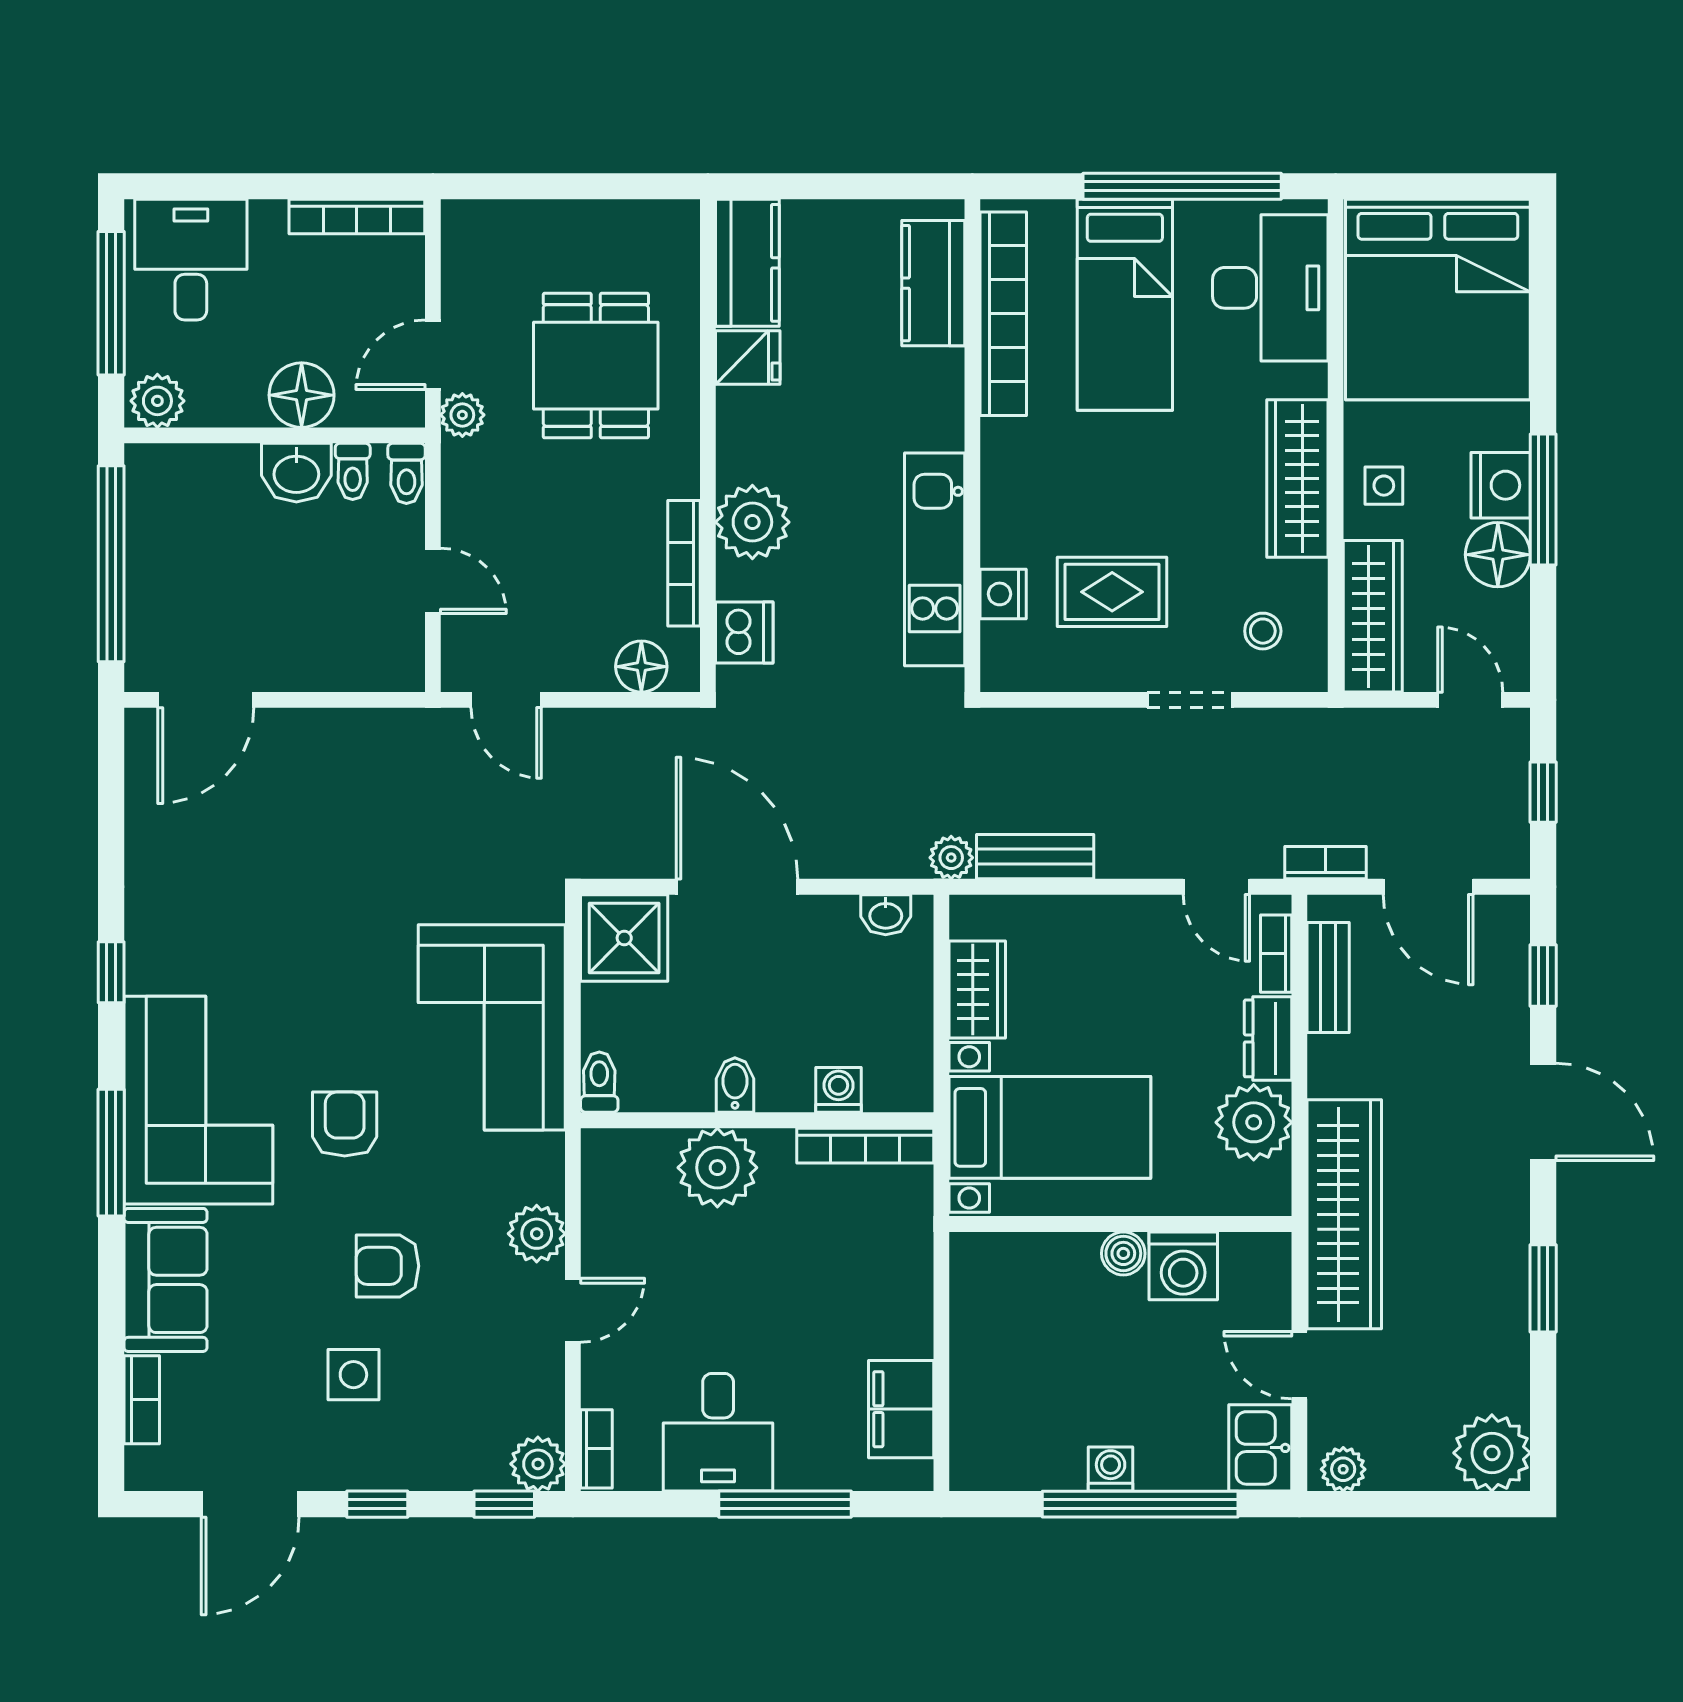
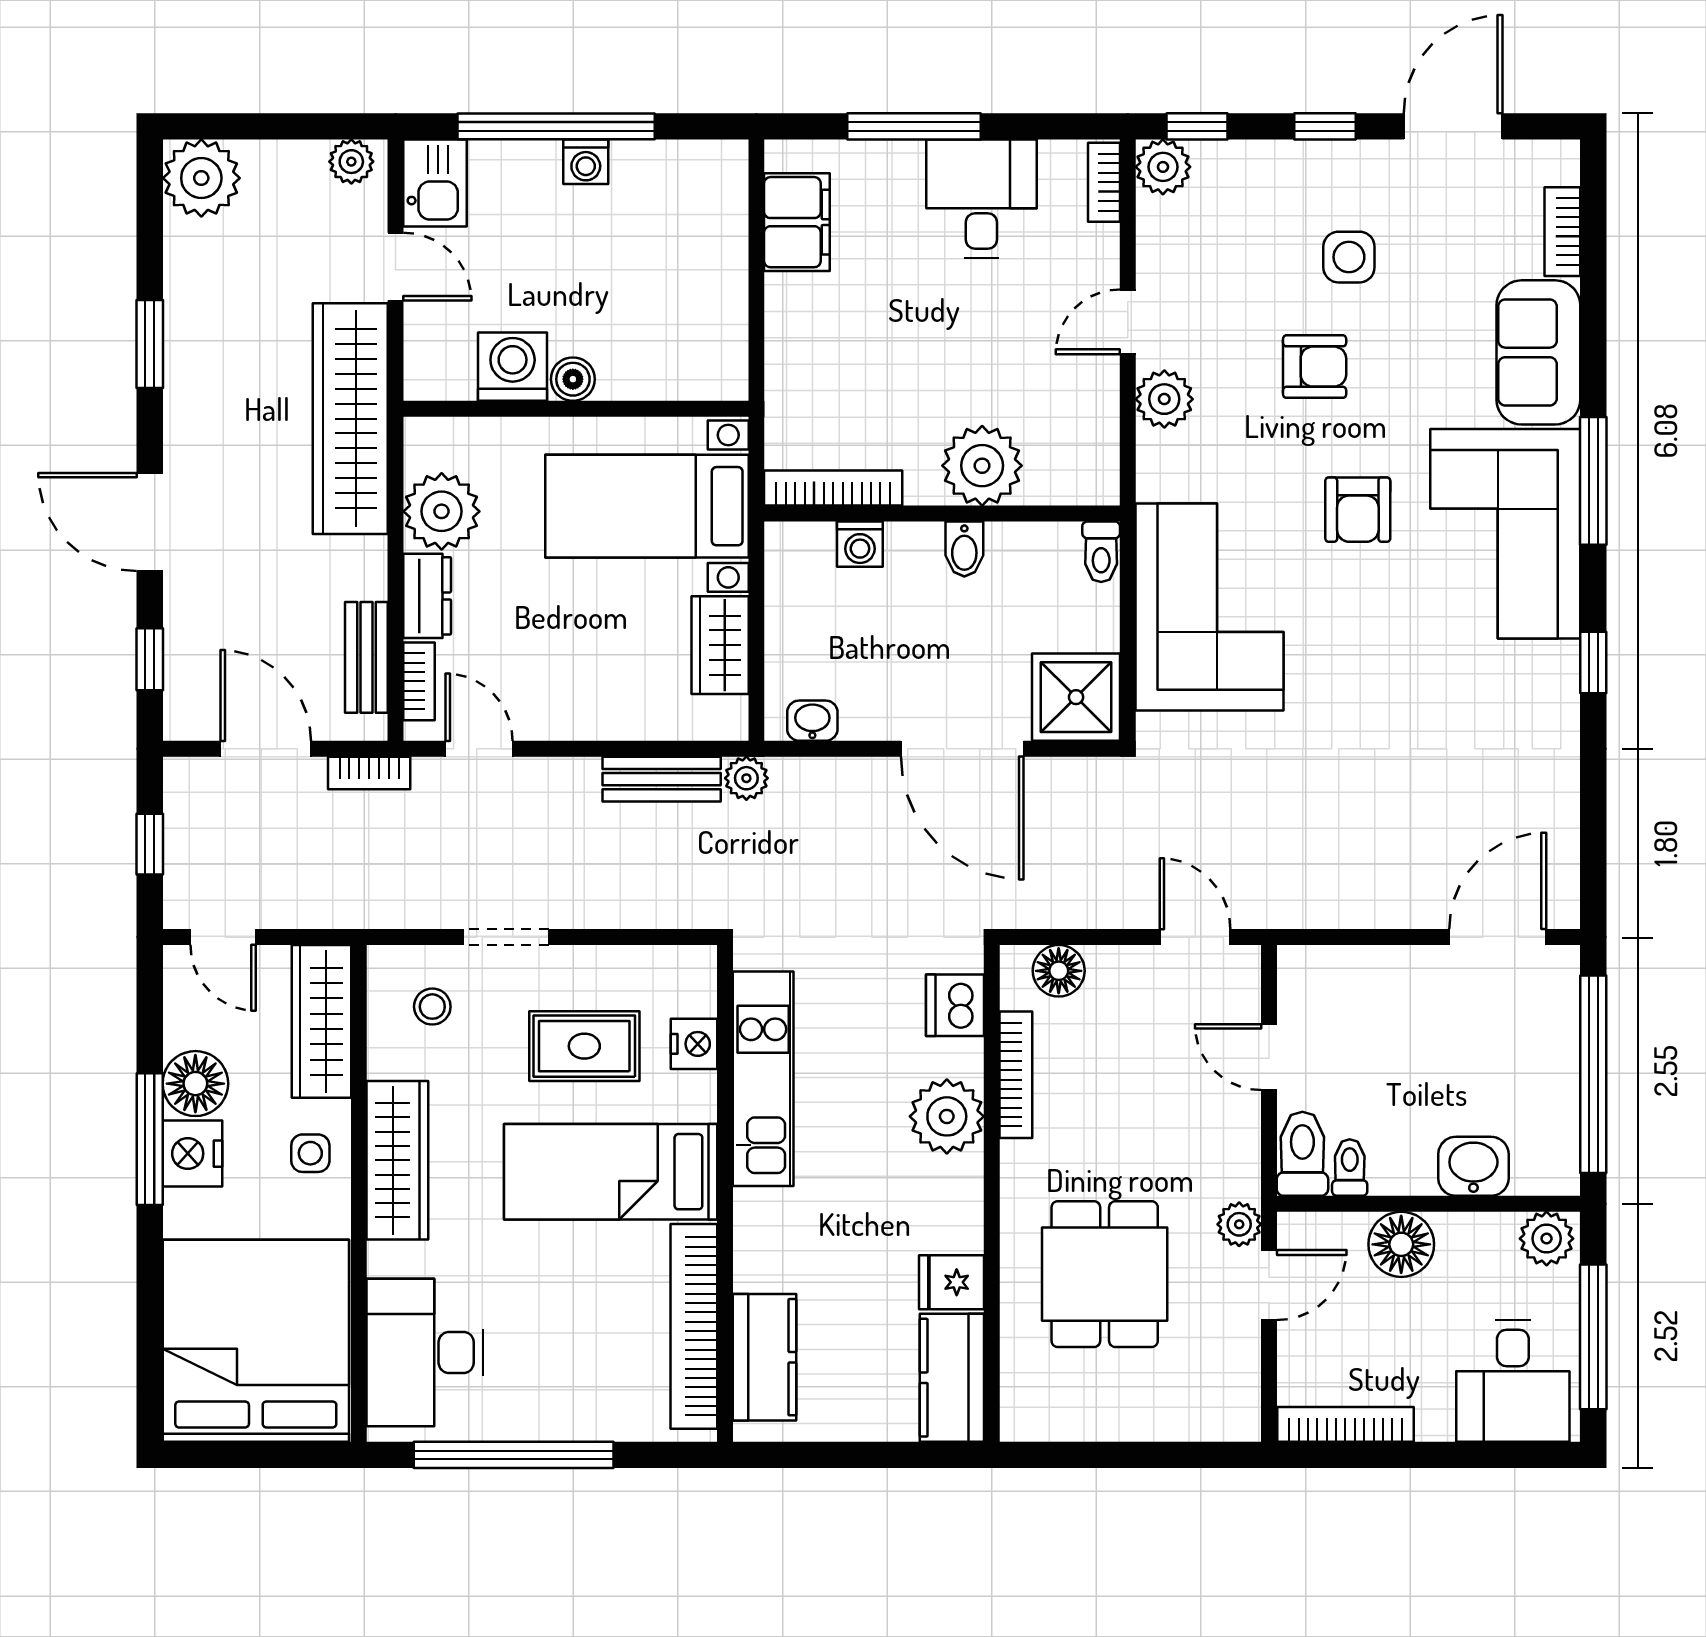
bed: (1125, 305) -> (611, 1172), moved, turned -90
washbasin: (296, 473) -> (1473, 1166), moved
toilet: (406, 473) -> (1302, 1154), width x1.37, depth x1.39

